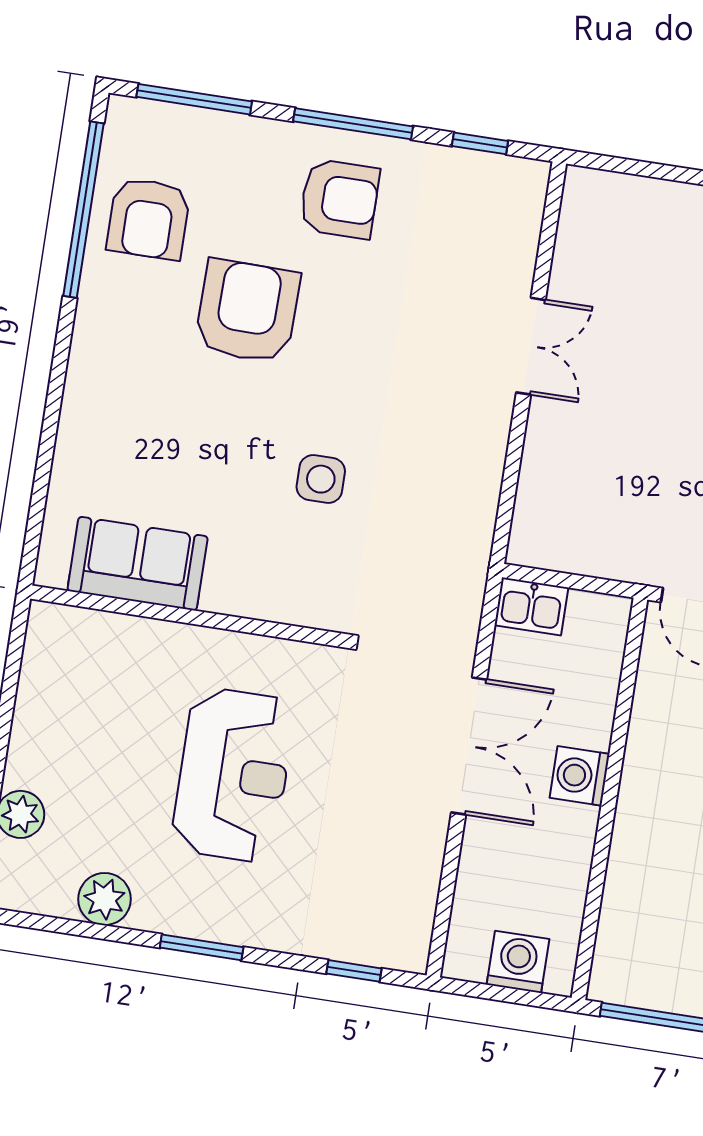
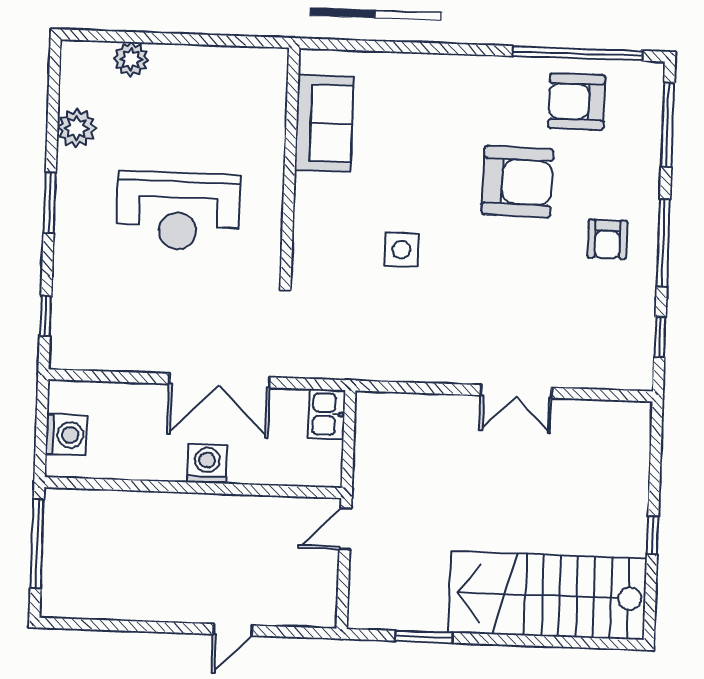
armchair: (339, 199) -> (607, 239), width x0.72, depth x0.72

